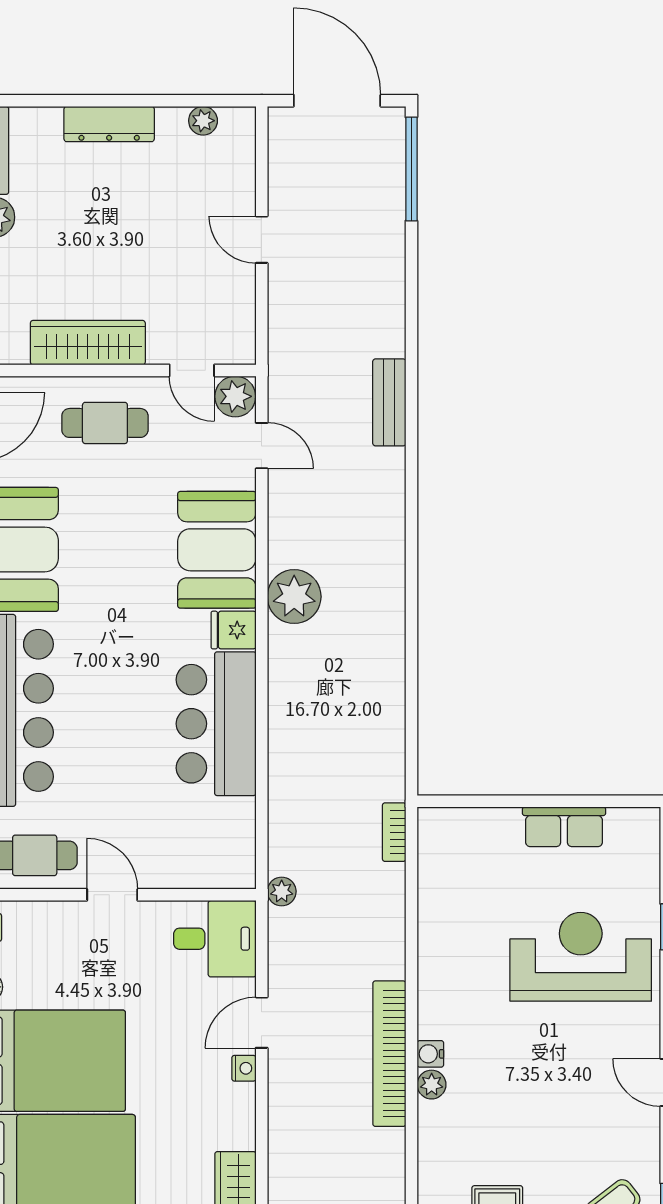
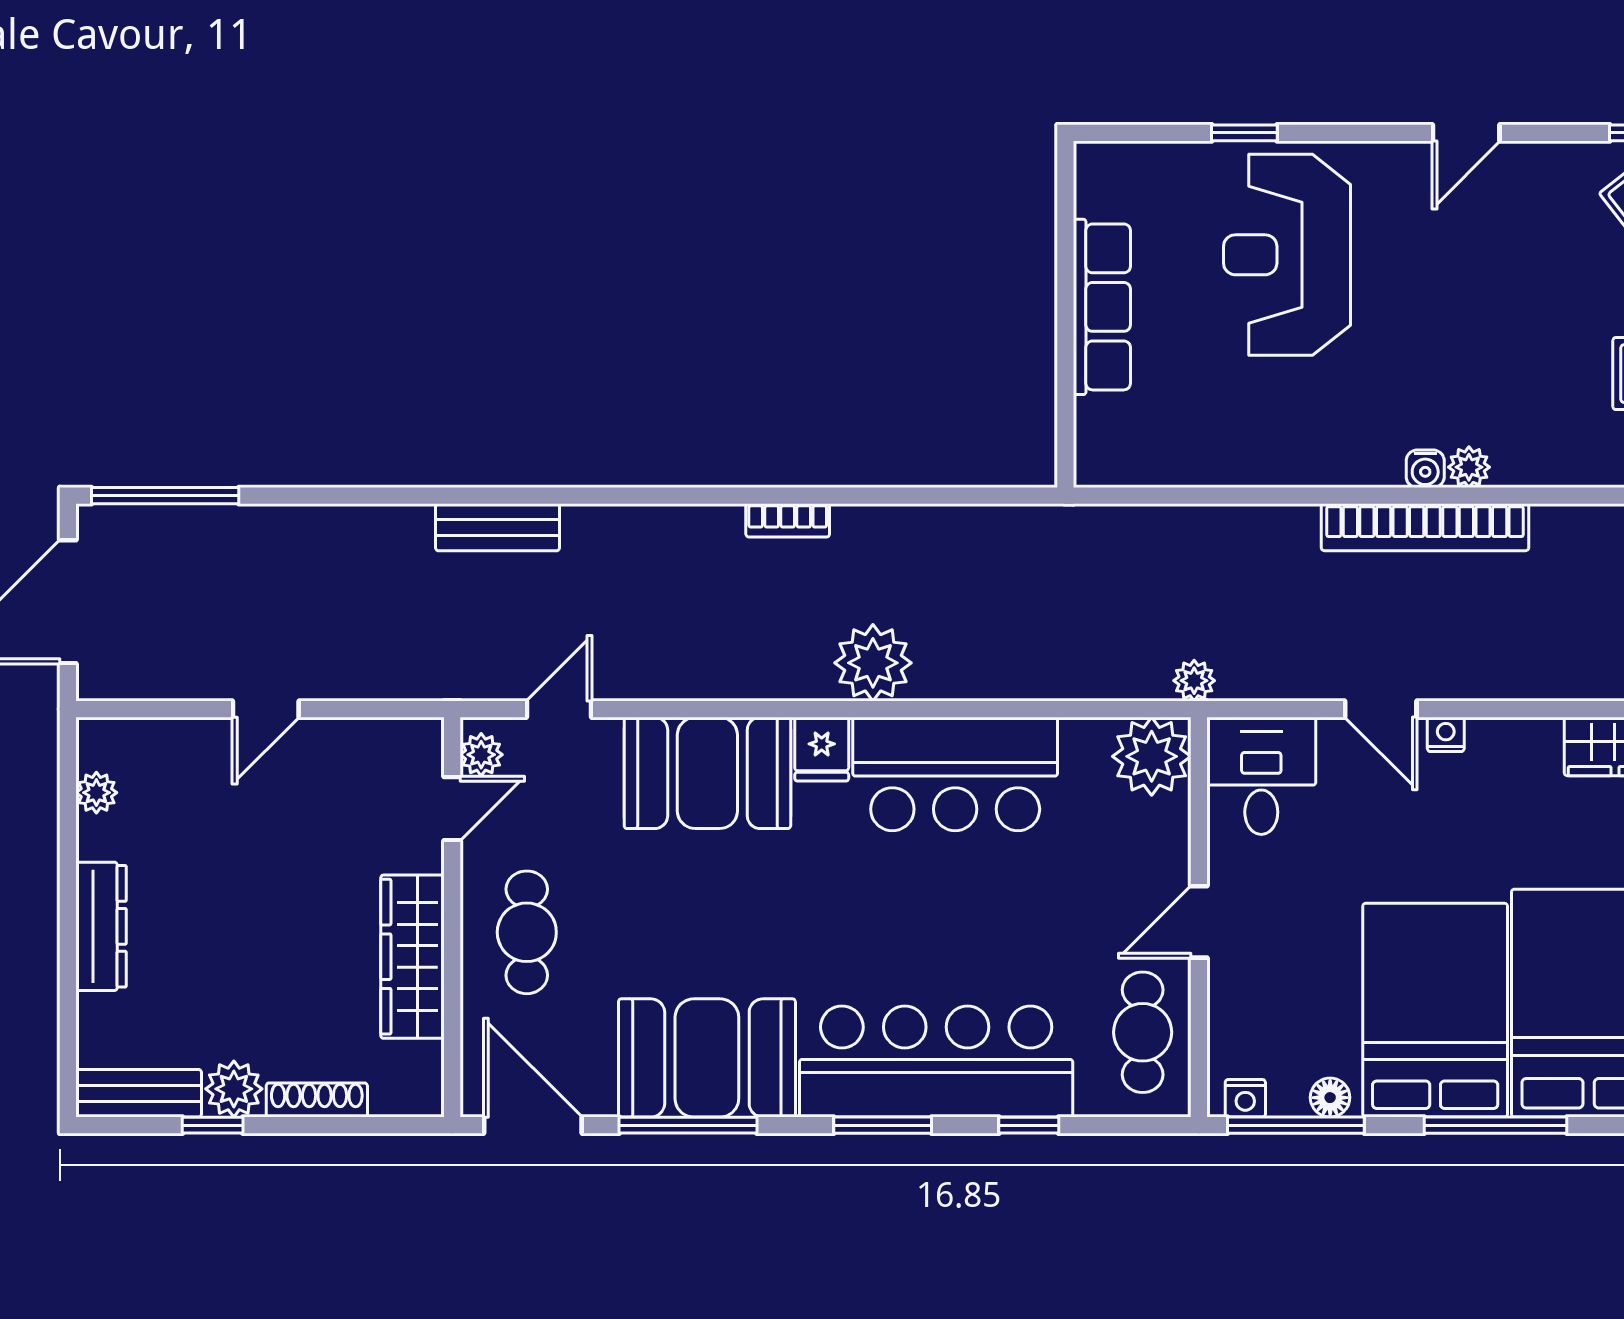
plant: (235, 396) -> (481, 755), width x0.73, depth x0.73
plant: (294, 597) -> (873, 663), moved
row of seats: (564, 827) -> (1102, 307), width x1.48
bookcase: (394, 832) -> (788, 520), moved
plant: (229, 862) -> (1152, 756), added

